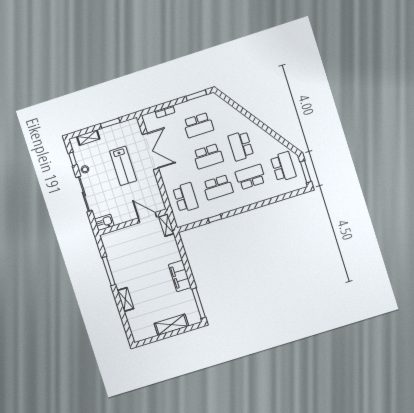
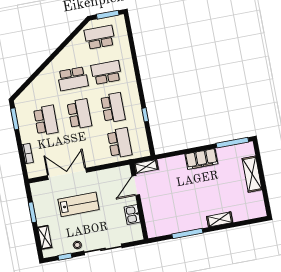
school desk: (251, 177) -> (106, 72), turned 90
school desk: (186, 198) -> (120, 143), turned 90
kitchen sink: (104, 222) -> (132, 215), moved

